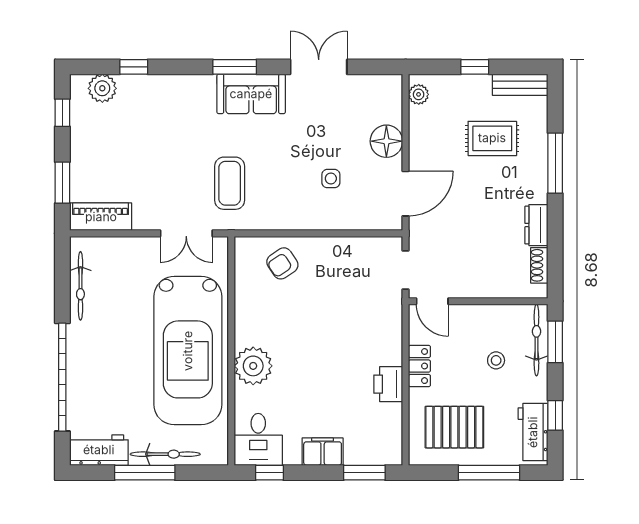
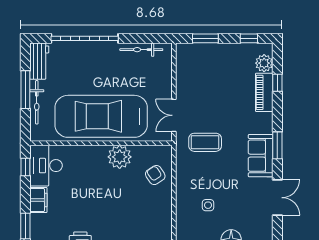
piano: (101, 217) -> (264, 92), moved, turned 180
plant: (253, 366) -> (120, 157), moved
desk: (258, 439) -> (46, 166), width x1.37

